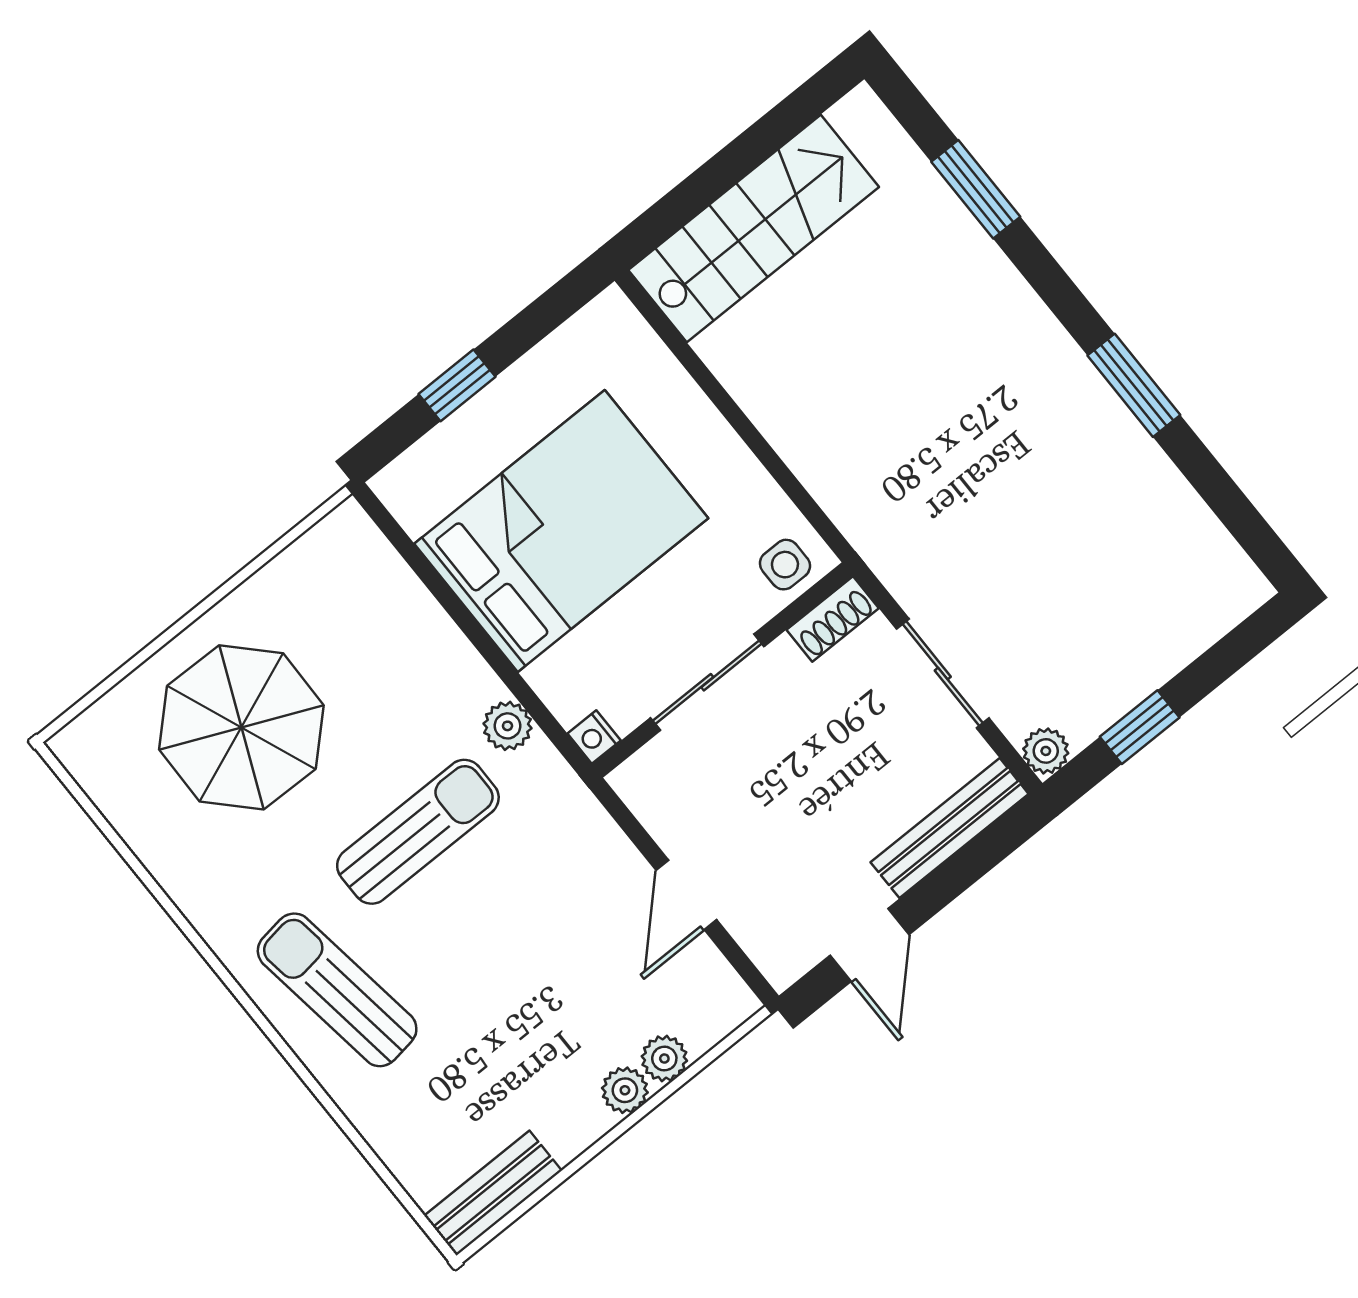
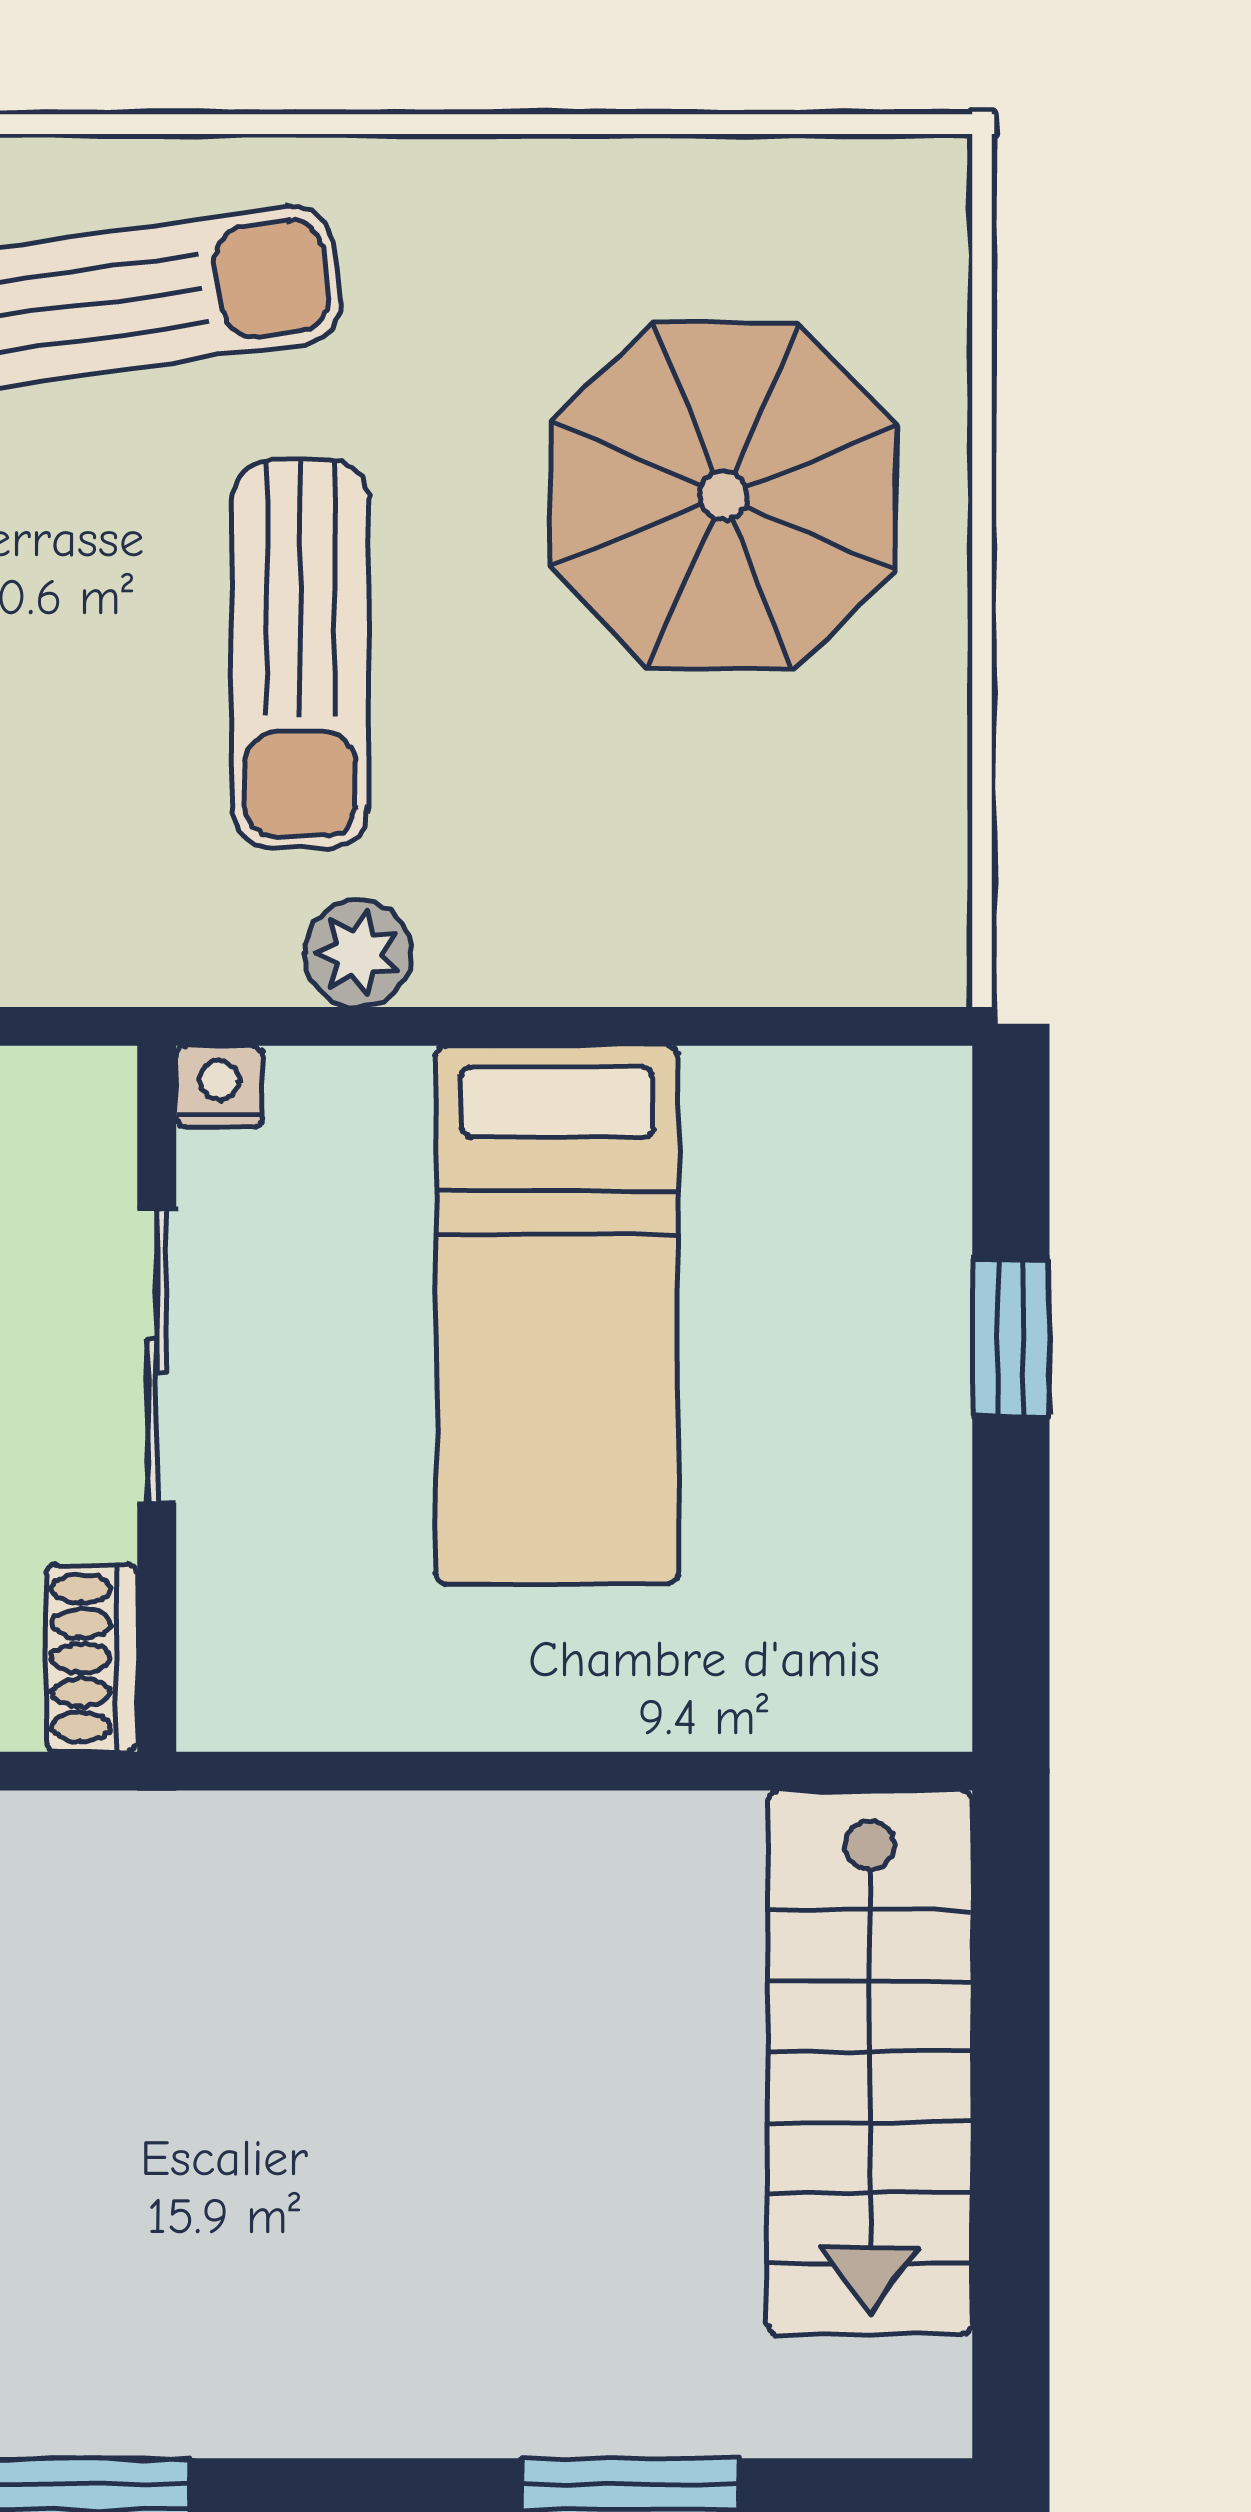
bed: (561, 531) -> (557, 1315), width x0.67
side table: (785, 565) -> (251, 1652), removed

